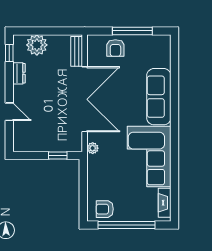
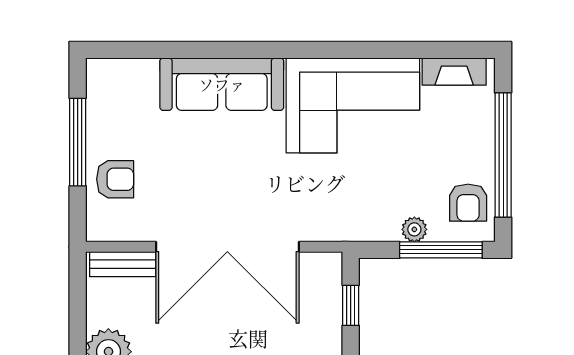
double door: (85, 99) -> (227, 247), swing flipped
plant: (93, 148) -> (414, 229), moved
window: (83, 197) -> (441, 250), added

